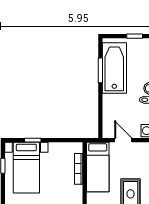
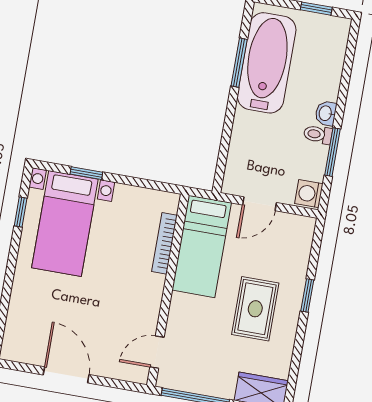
door: (123, 140) -> (260, 204), swing flipped

